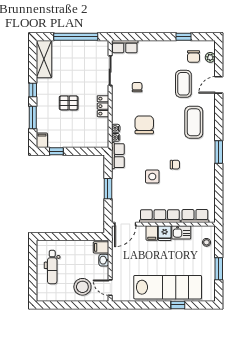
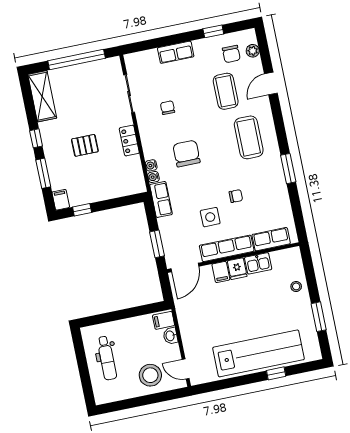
row of seats: (125, 47) -> (176, 52), moved
row of seats: (160, 216) -> (227, 248), moved
row of seats: (195, 216) -> (271, 239), moved
door: (125, 224) -> (185, 268), moved
wall: (163, 224) -> (233, 258), moved
kitchen sink: (181, 232) -> (258, 263), moved
filing cabinet: (152, 233) -> (221, 272), moved
fridge: (165, 233) -> (237, 269), moved

